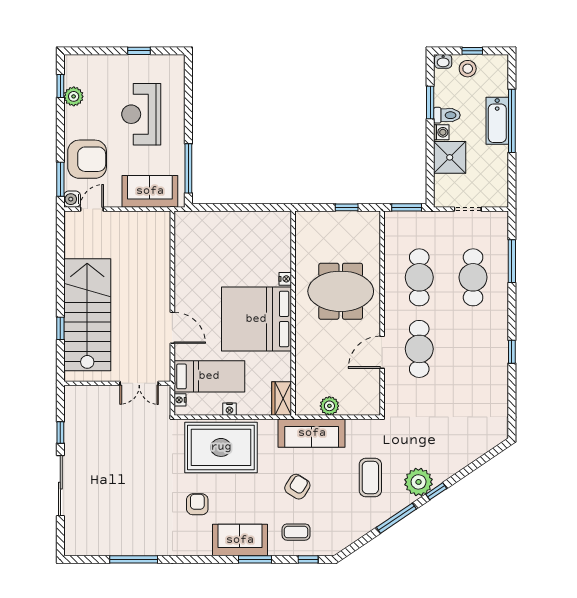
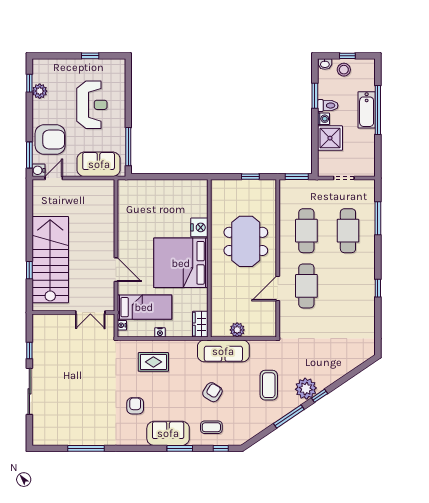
reception desk: (141, 114) -> (92, 105), turned 180
nightstand: (285, 279) -> (199, 227), width x1.89, depth x1.79
meeting table: (341, 291) -> (246, 241), turned 90
rug: (221, 447) -> (153, 362), width x0.54, depth x0.49

